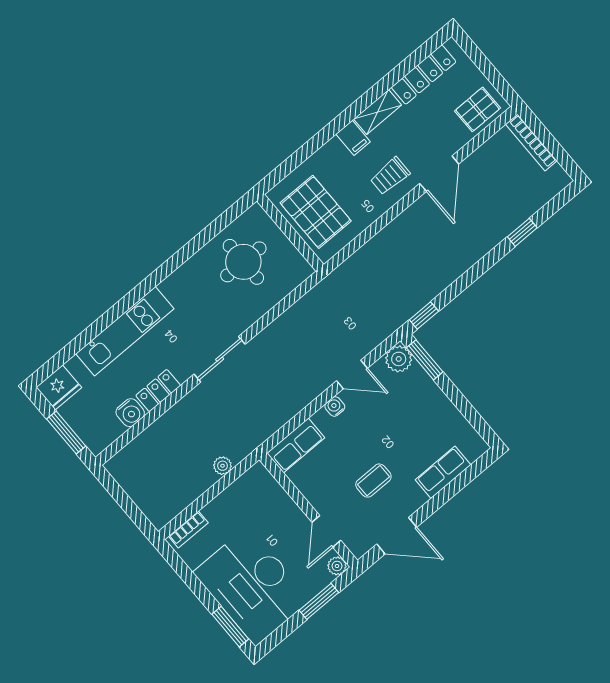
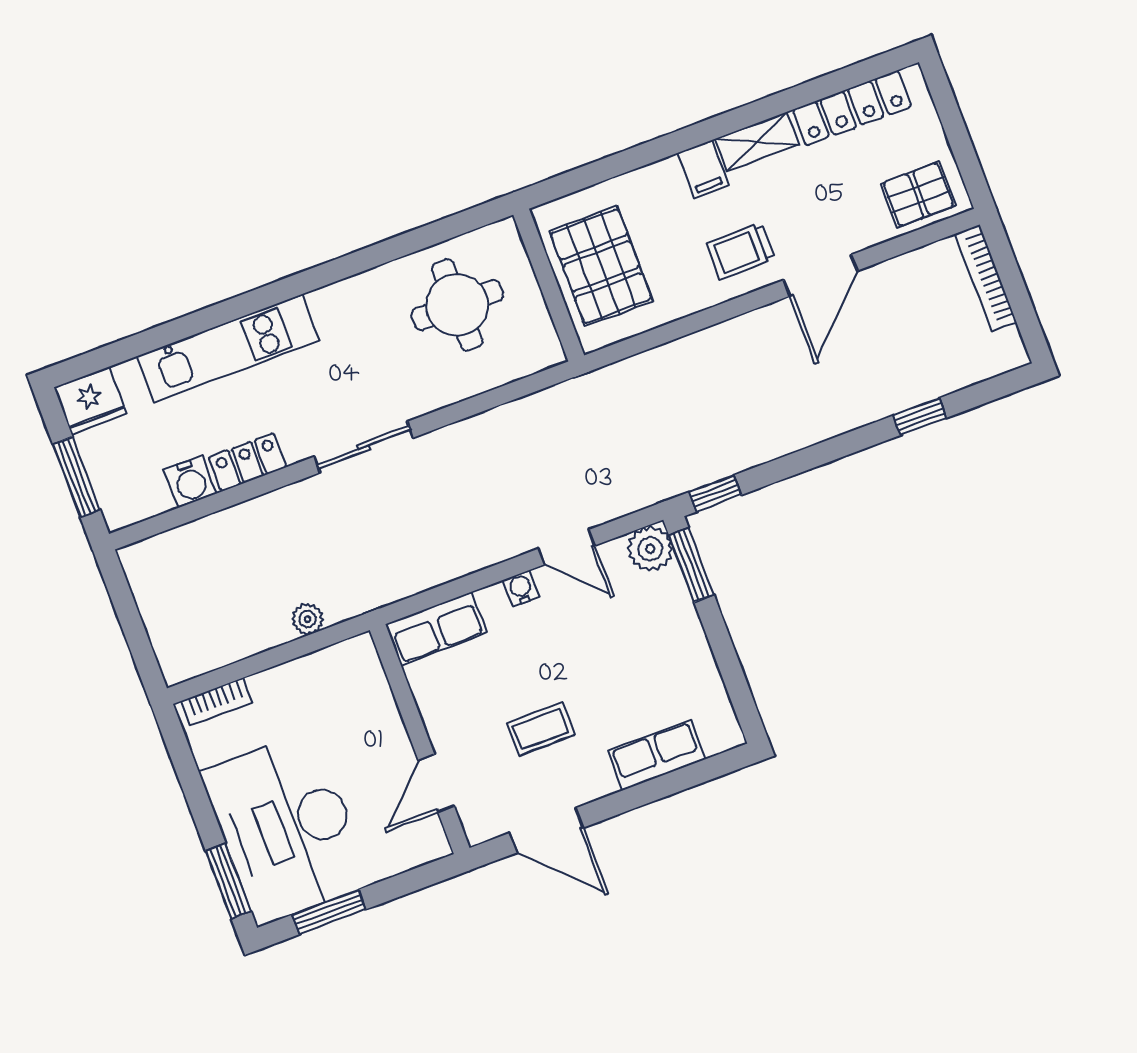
plant: (337, 566) -> (434, 845), removed
window: (319, 601) -> (329, 912), moved

